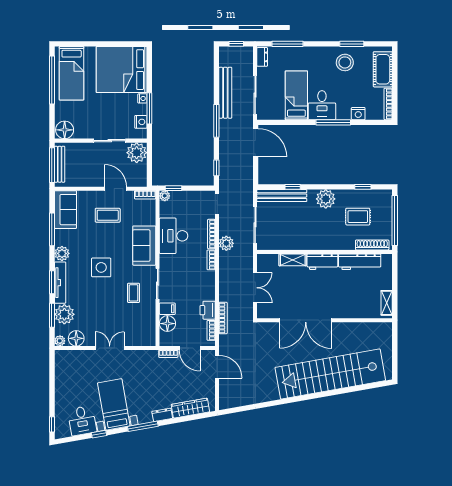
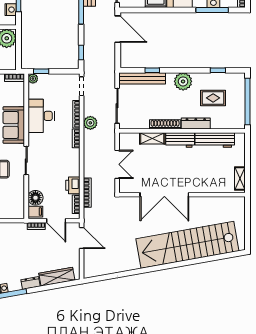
window: (333, 122) -> (212, 10), moved
dresser: (339, 244) -> (196, 124), added
shoe rack: (372, 245) -> (165, 124), moved
filing cabinet: (167, 309) -> (35, 212), moved

